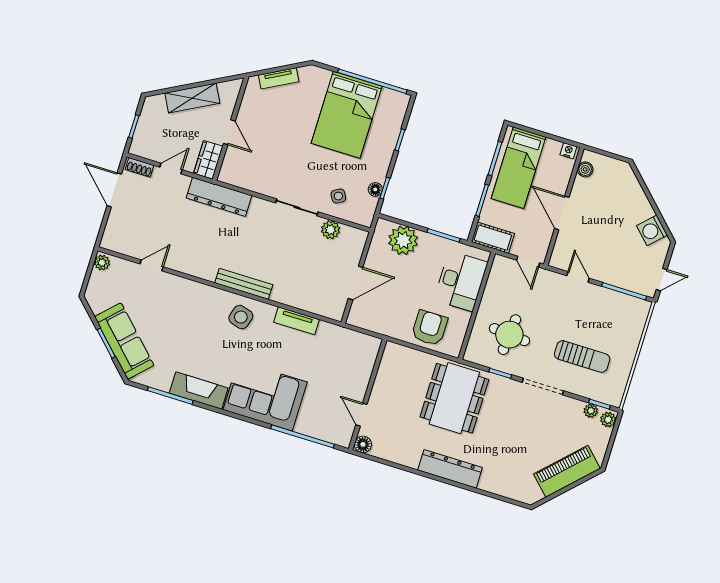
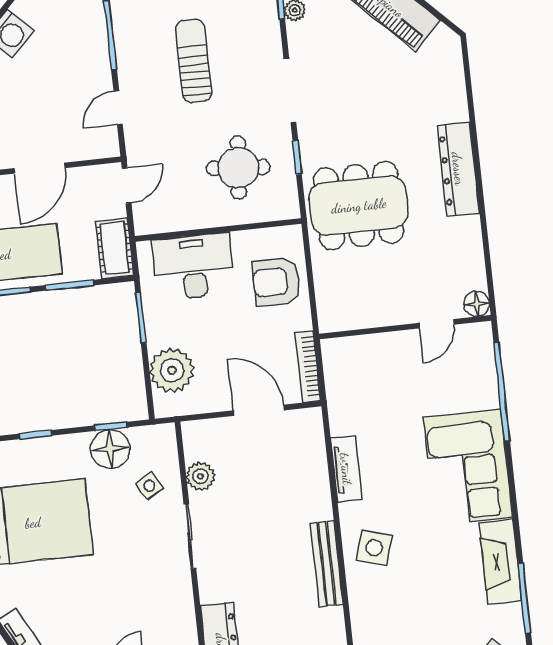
floor lamp: (375, 189) -> (110, 449), width x1.89, depth x1.89
bookcase: (369, 325) -> (308, 366), added
sun lounger: (582, 357) -> (193, 61), moved

